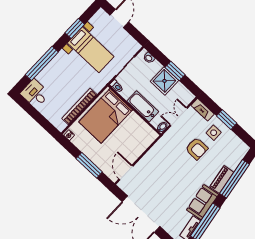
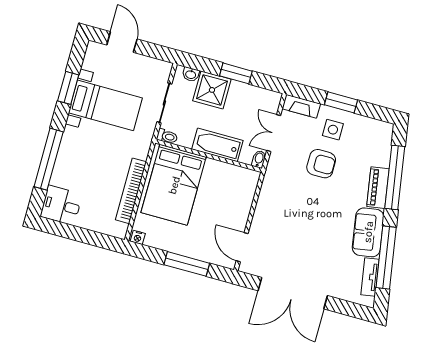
shower: (164, 81) -> (212, 90), moved

